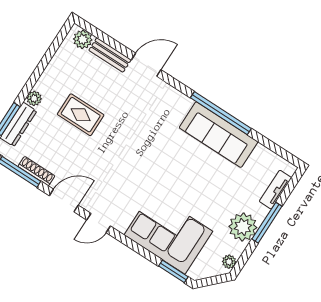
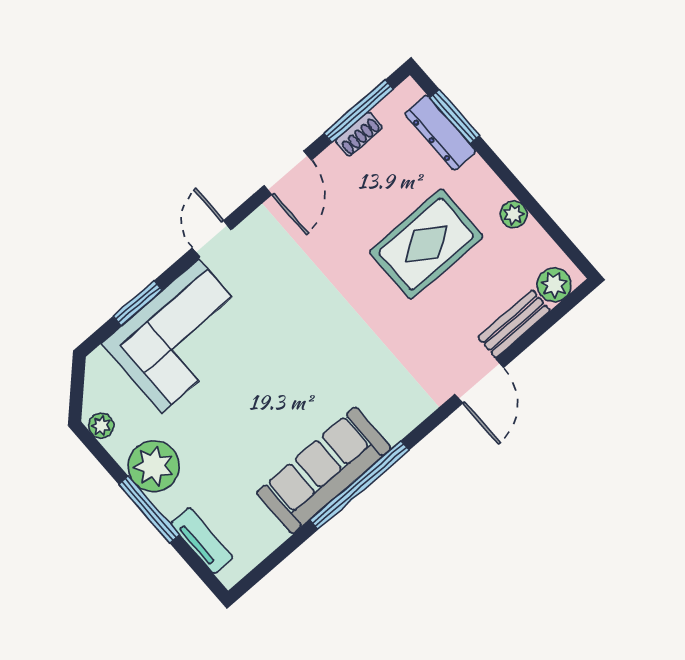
plant: (34, 98) -> (513, 214), moved
rug: (81, 115) -> (426, 244), width x1.36, depth x1.43
shoe rack: (36, 171) -> (359, 134), width x0.70
door: (99, 223) -> (212, 239), moved
window: (173, 271) -> (138, 303), moved

